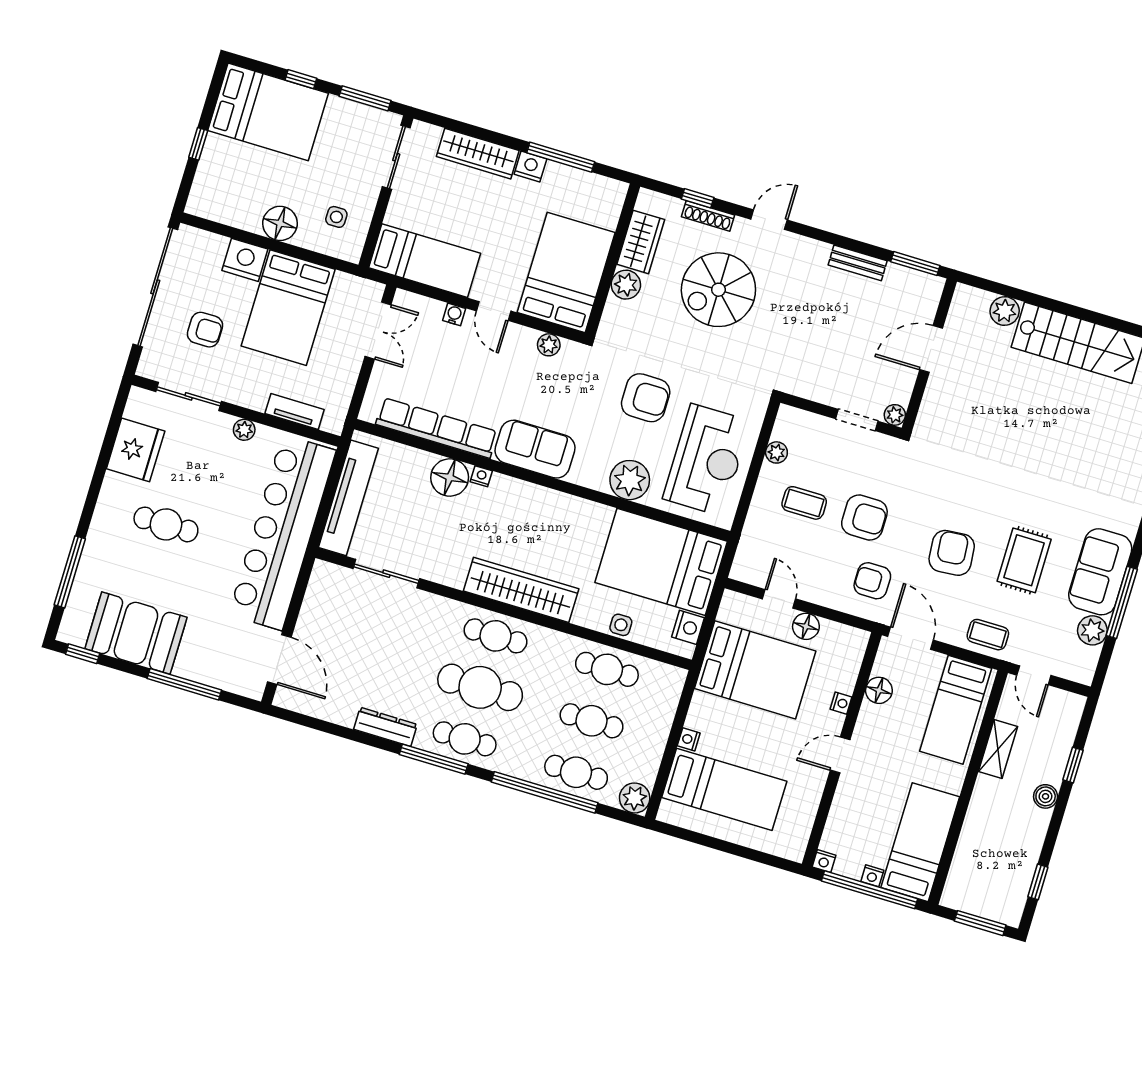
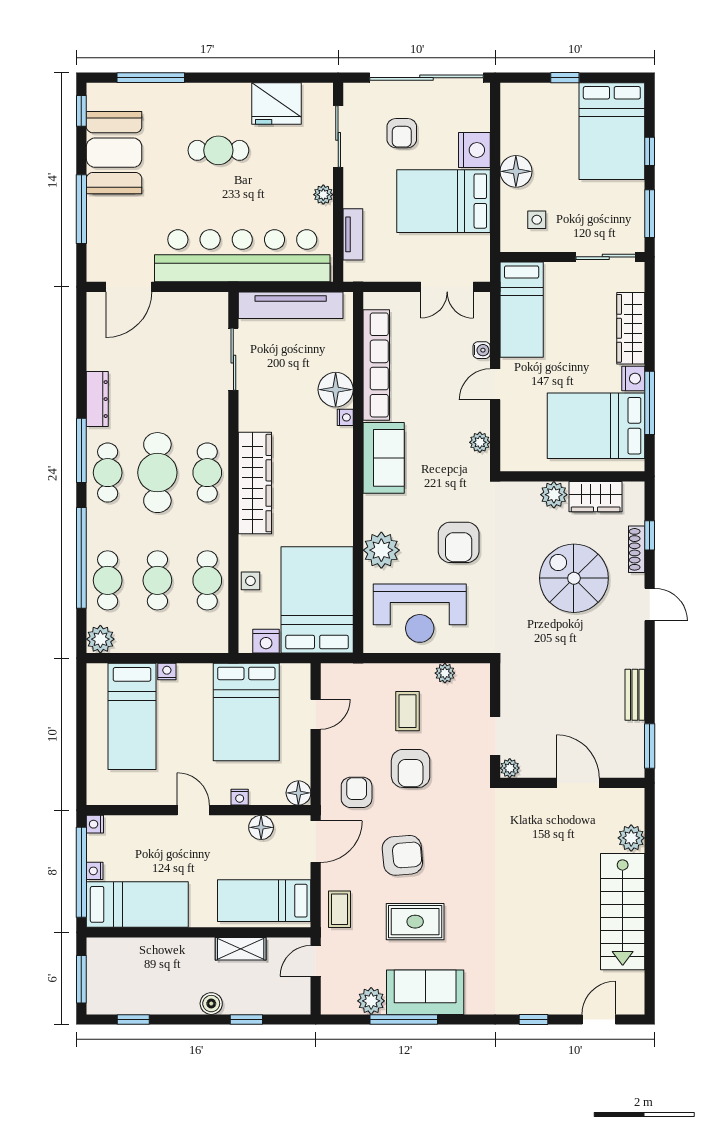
bed: (566, 272) -> (596, 426), moved, turned 180
cafe table: (166, 524) -> (218, 150), turned 90
floor lamp: (806, 626) -> (298, 793), moved

